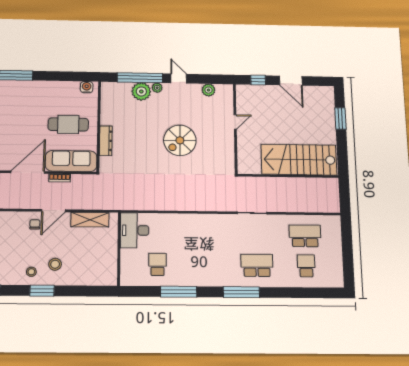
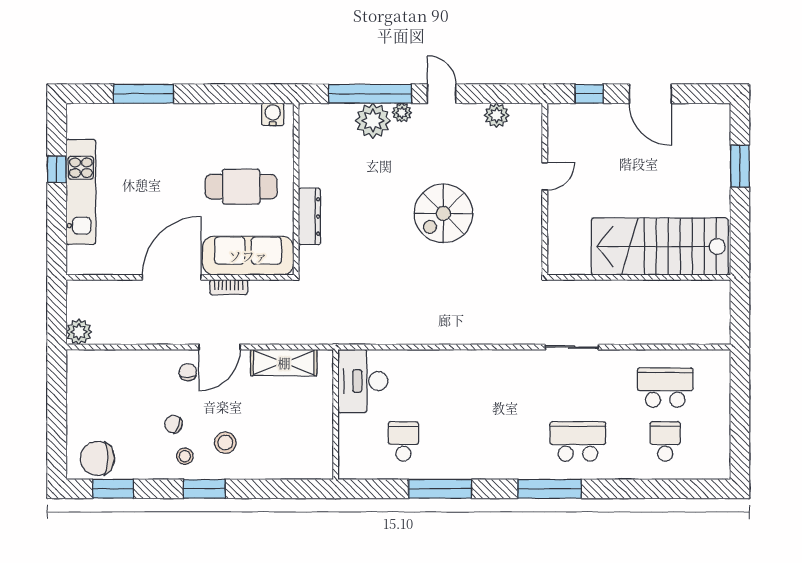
chair: (25, 253) -> (173, 424), added

